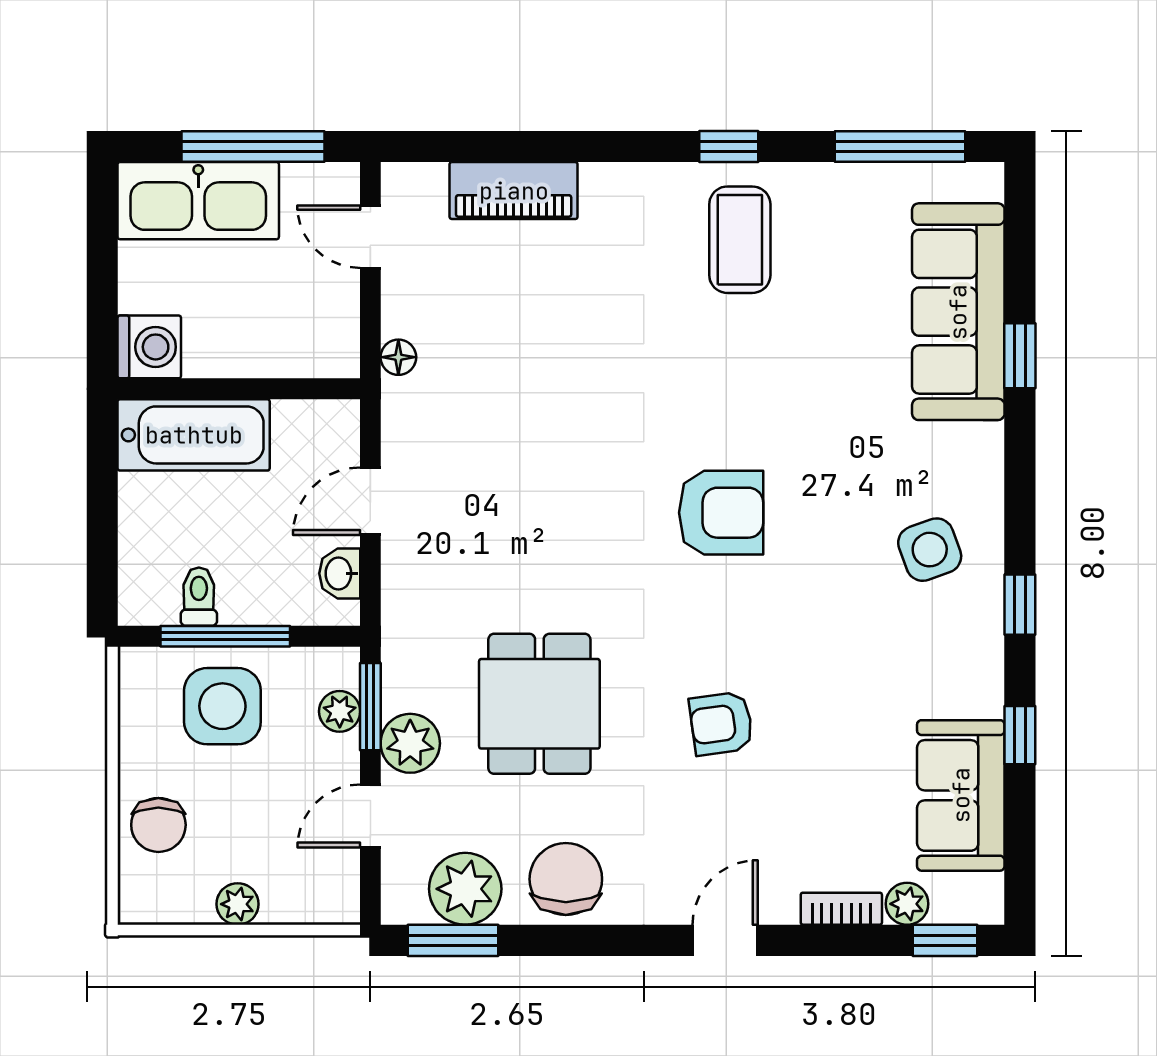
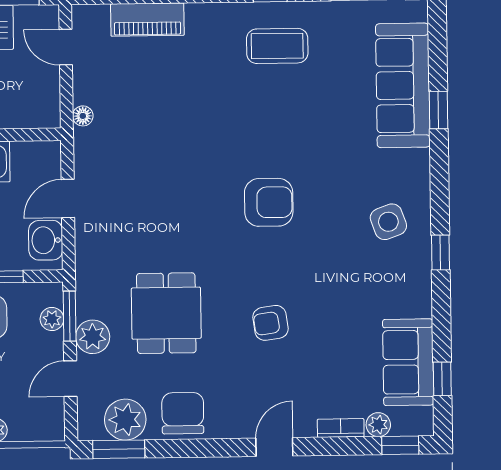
coffee table: (740, 240) -> (277, 46), turned 90
washbasin: (340, 573) -> (46, 240), width x1.38, depth x1.45
window: (1020, 735) -> (442, 379), moved

